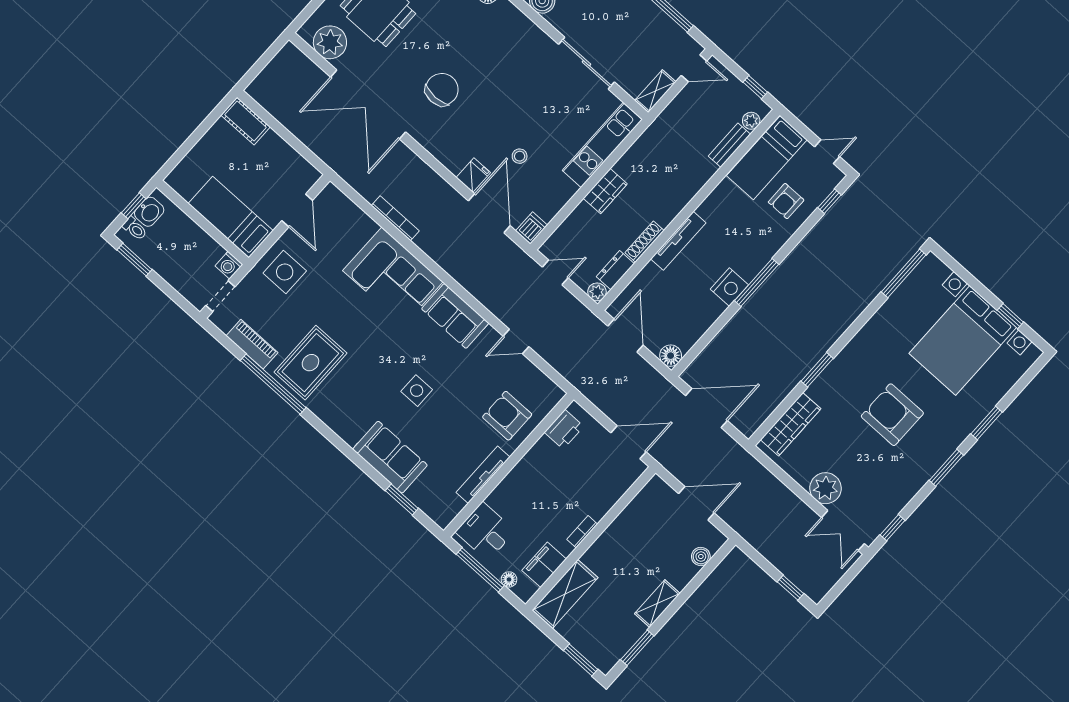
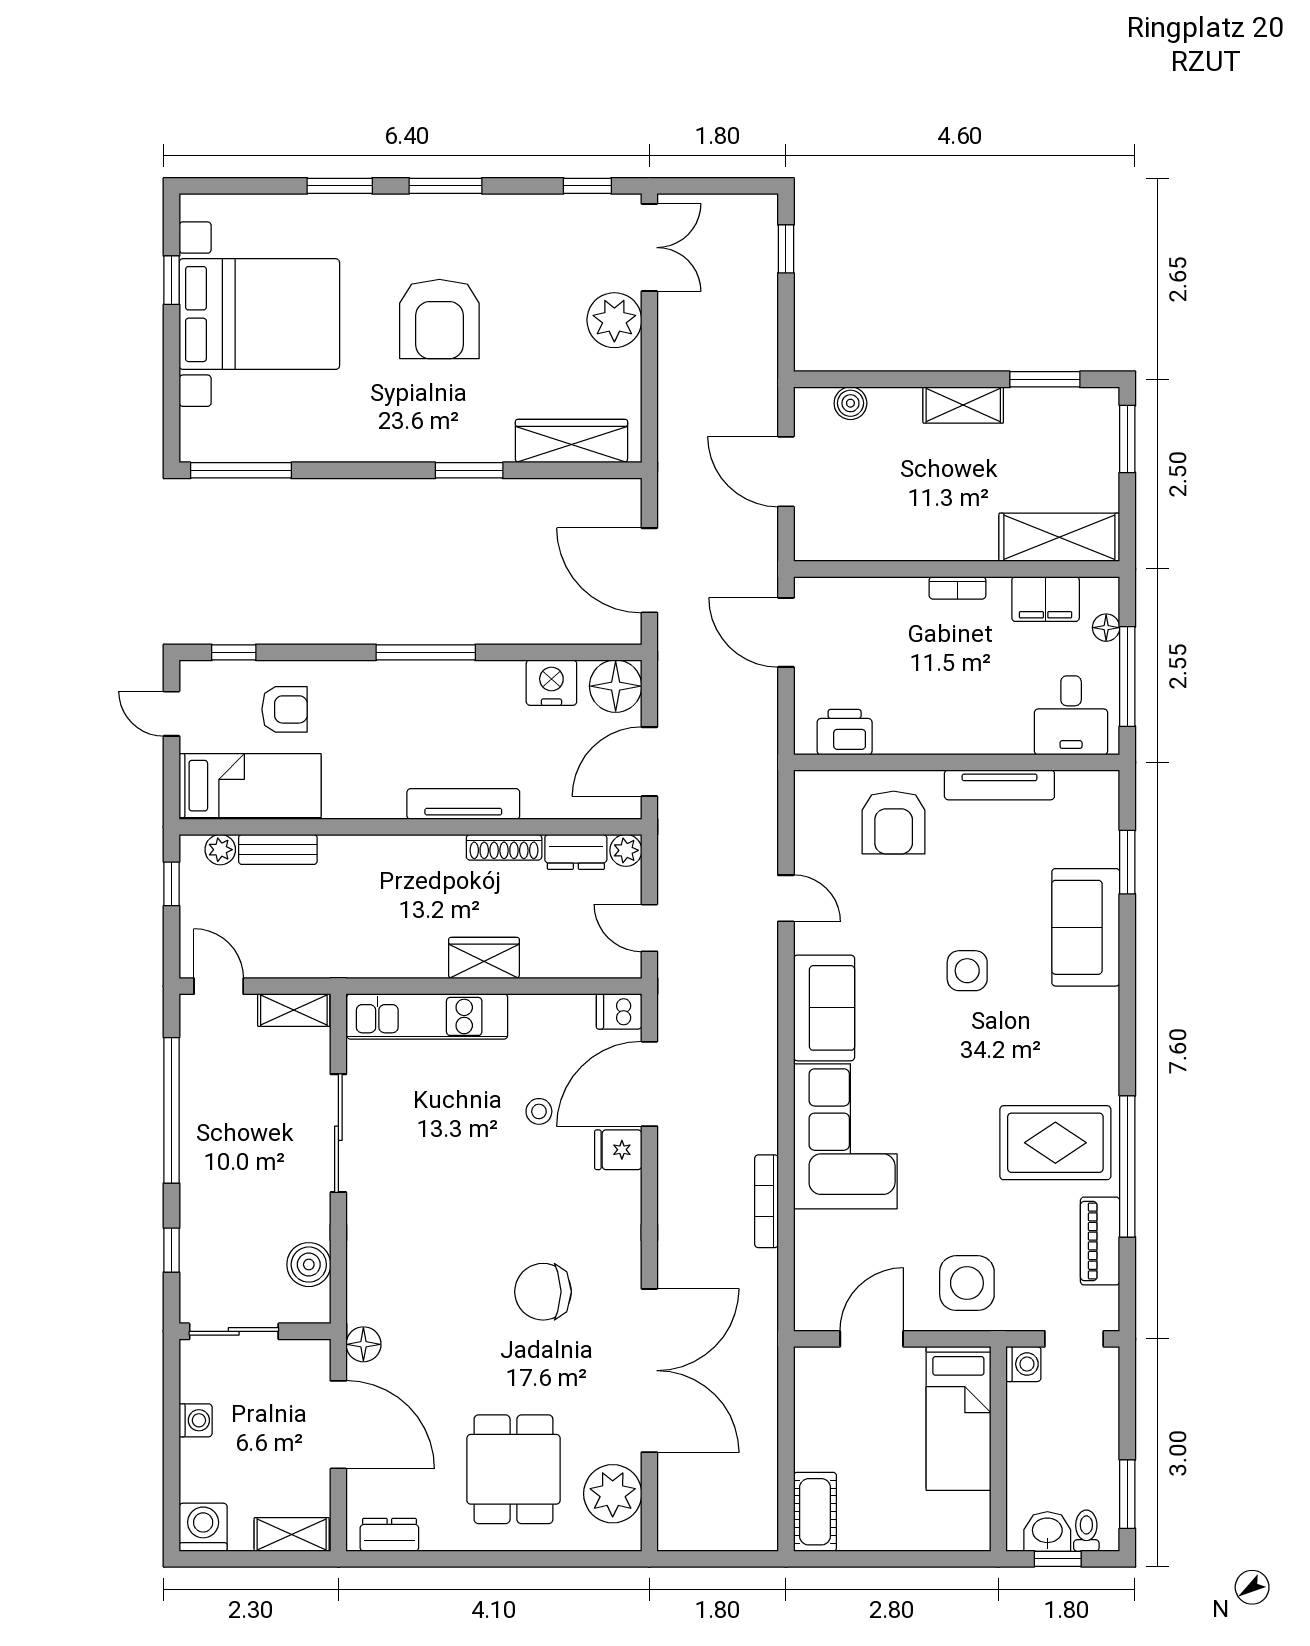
nightstand: (729, 287) -> (551, 683), moved
floor lamp: (671, 356) -> (616, 686), width x1.38, depth x1.38

